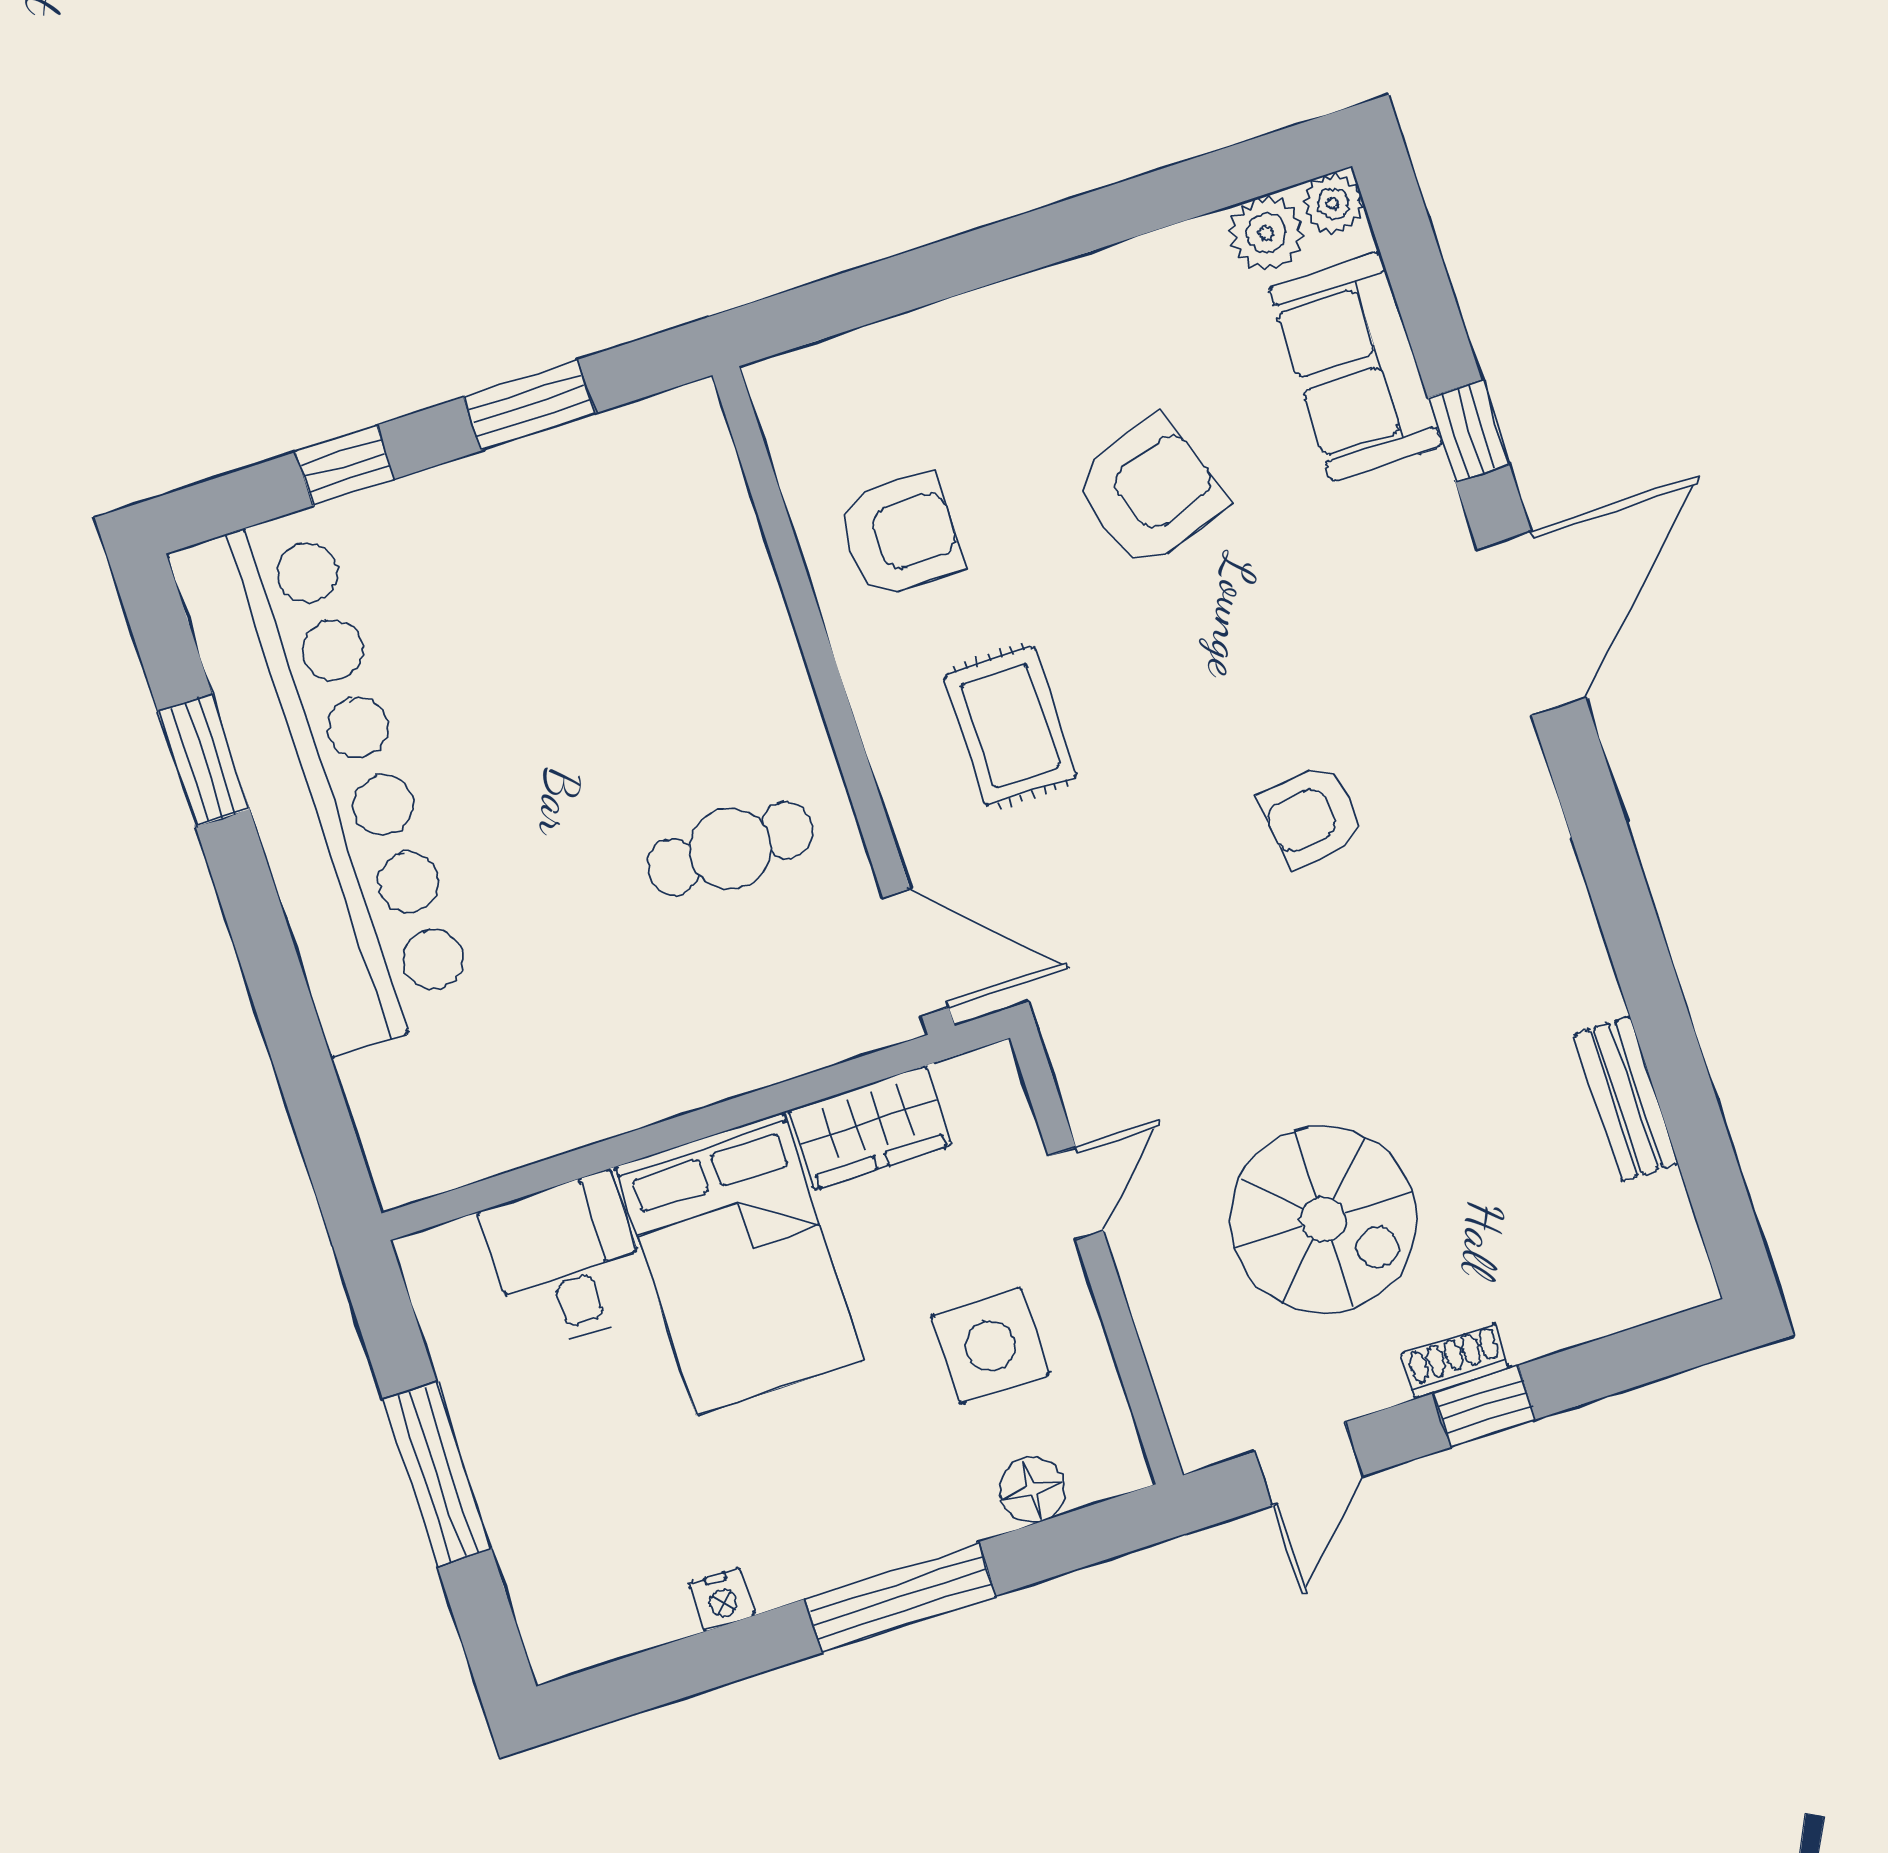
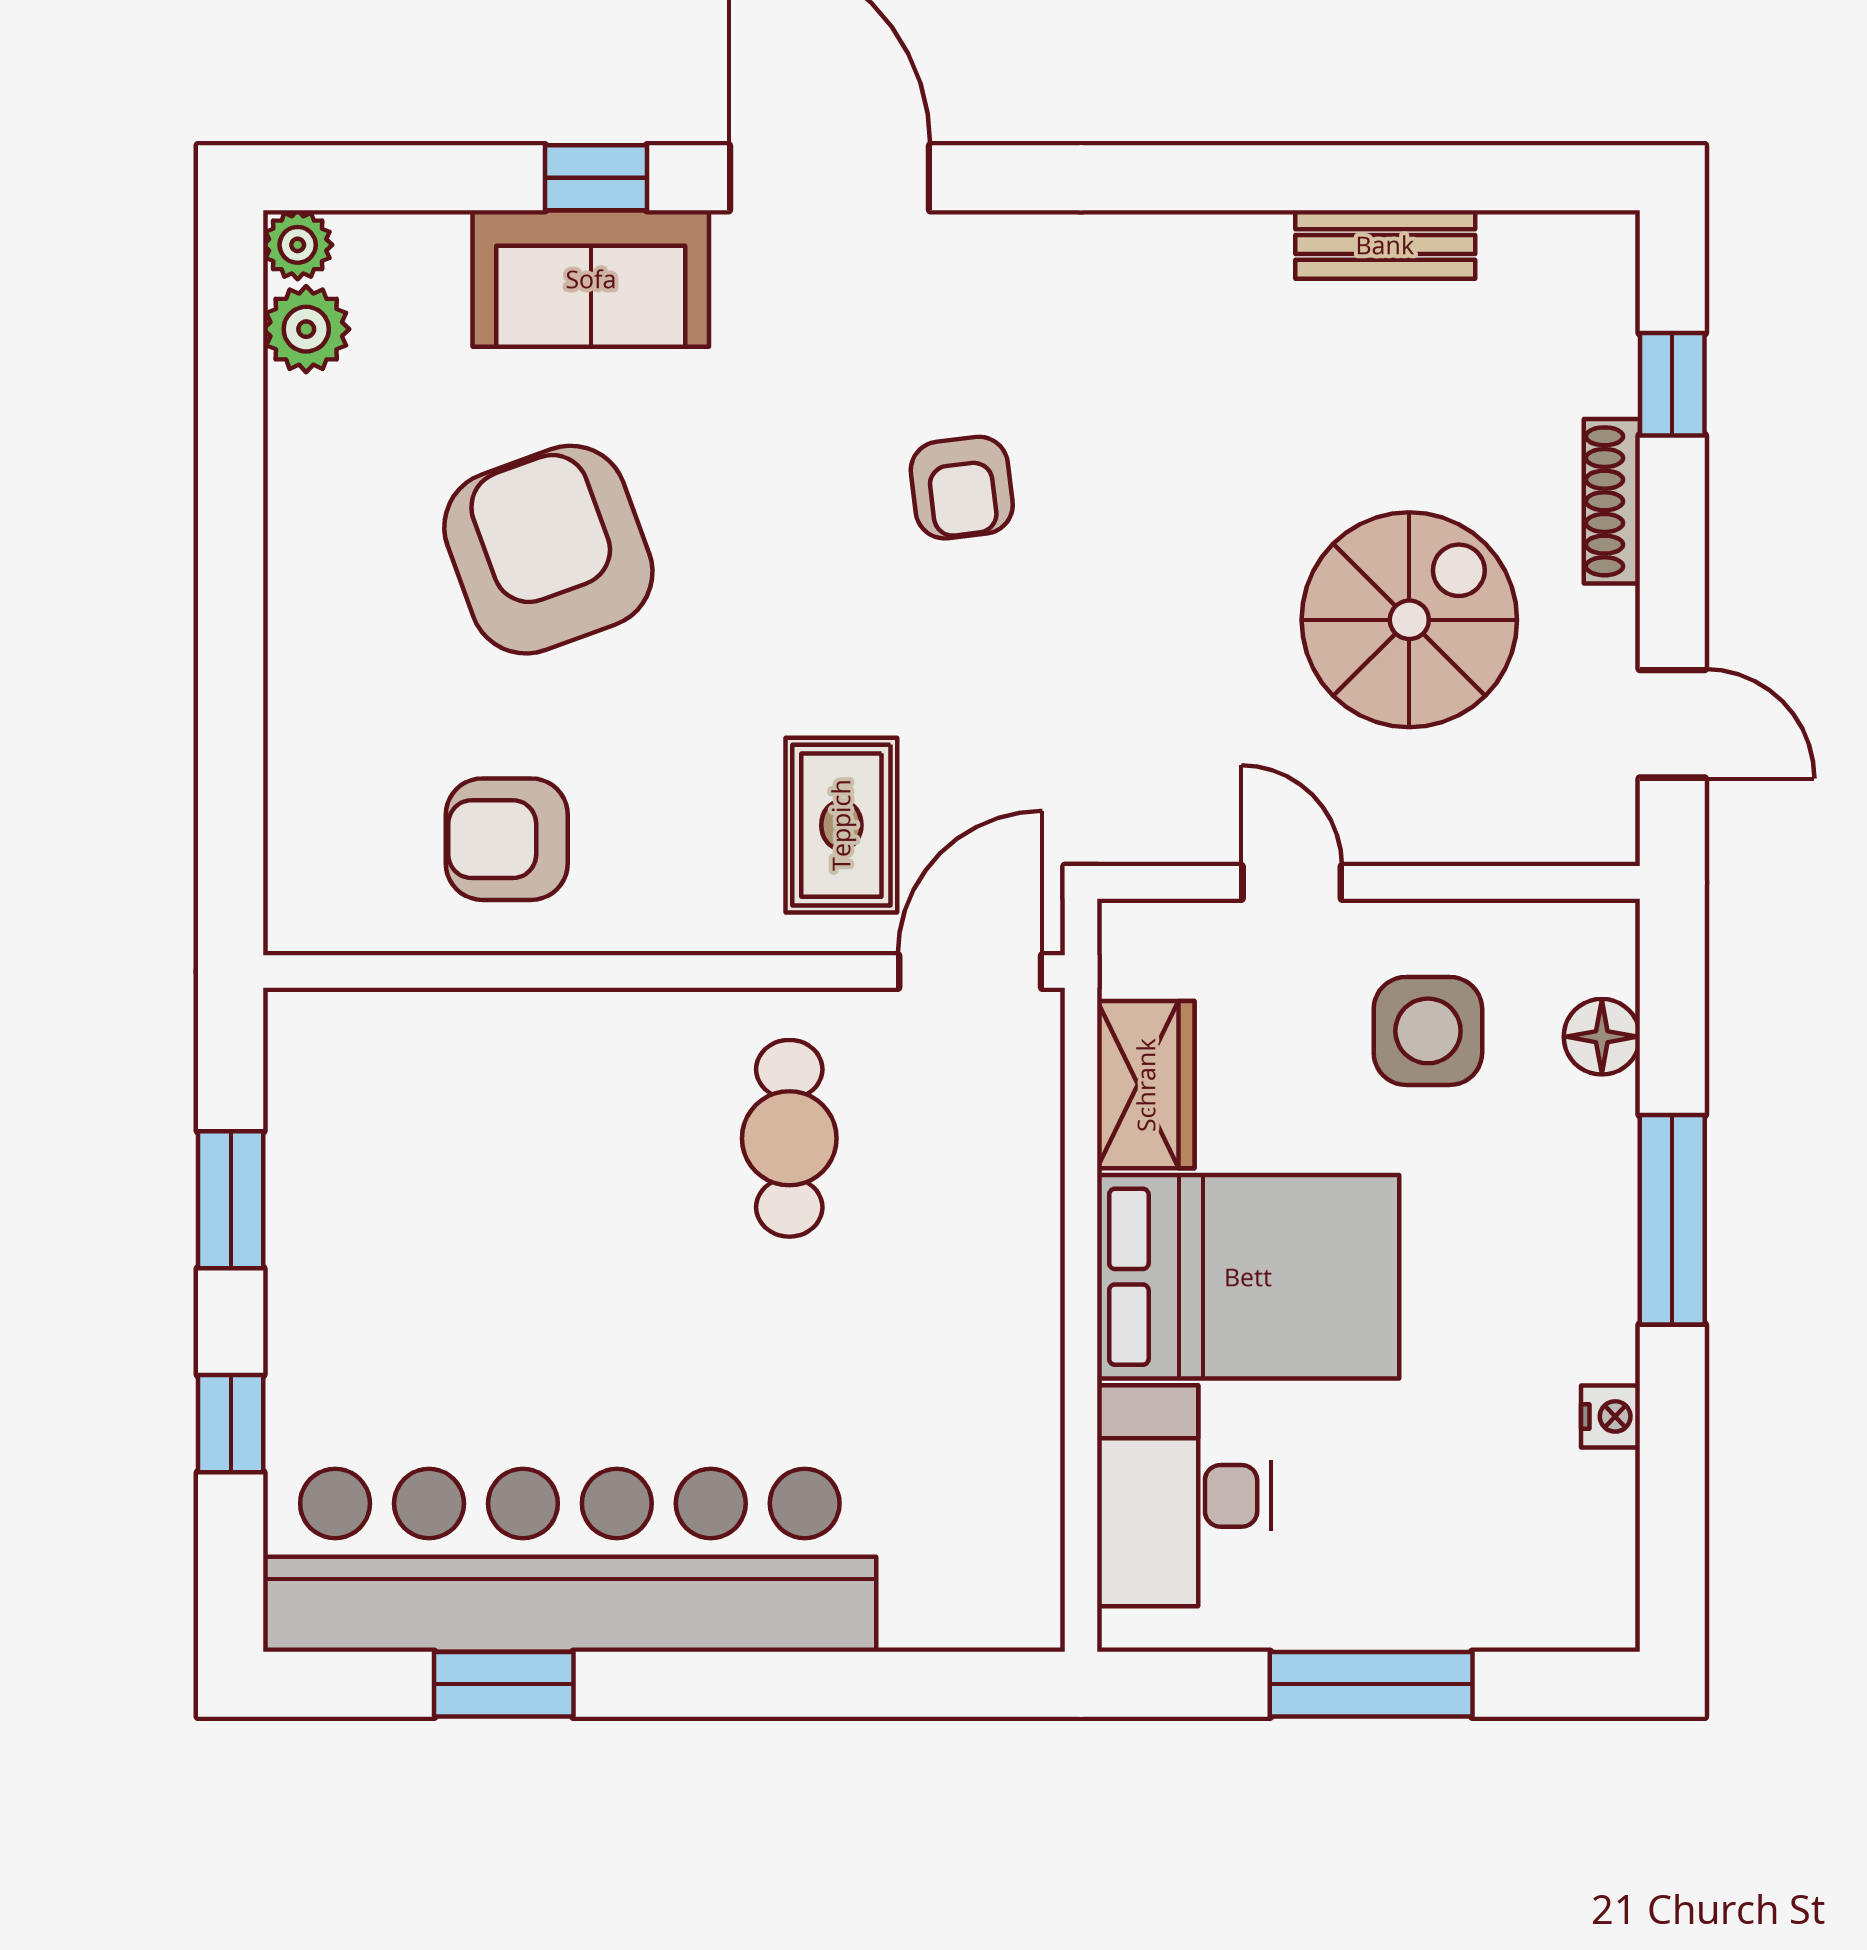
sofa: (1356, 367) -> (591, 279), moved
armchair: (1150, 492) -> (548, 550), width x1.36, depth x1.36
armchair: (900, 536) -> (507, 839), turned -90
rug: (1011, 726) -> (841, 825), moved, turned 90
desk: (567, 1262) -> (1184, 1496), width x1.37
shoe rack: (1455, 1361) -> (1612, 501), width x1.43
window: (1484, 1406) -> (1672, 384), moved

